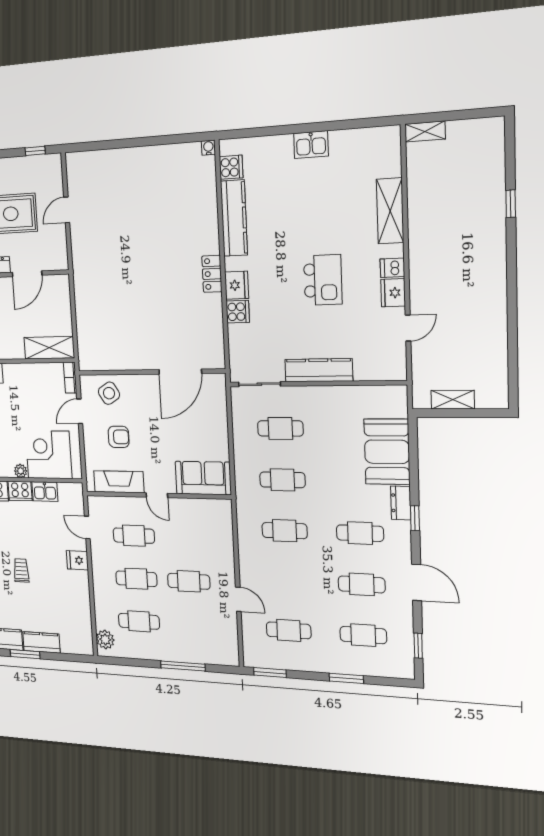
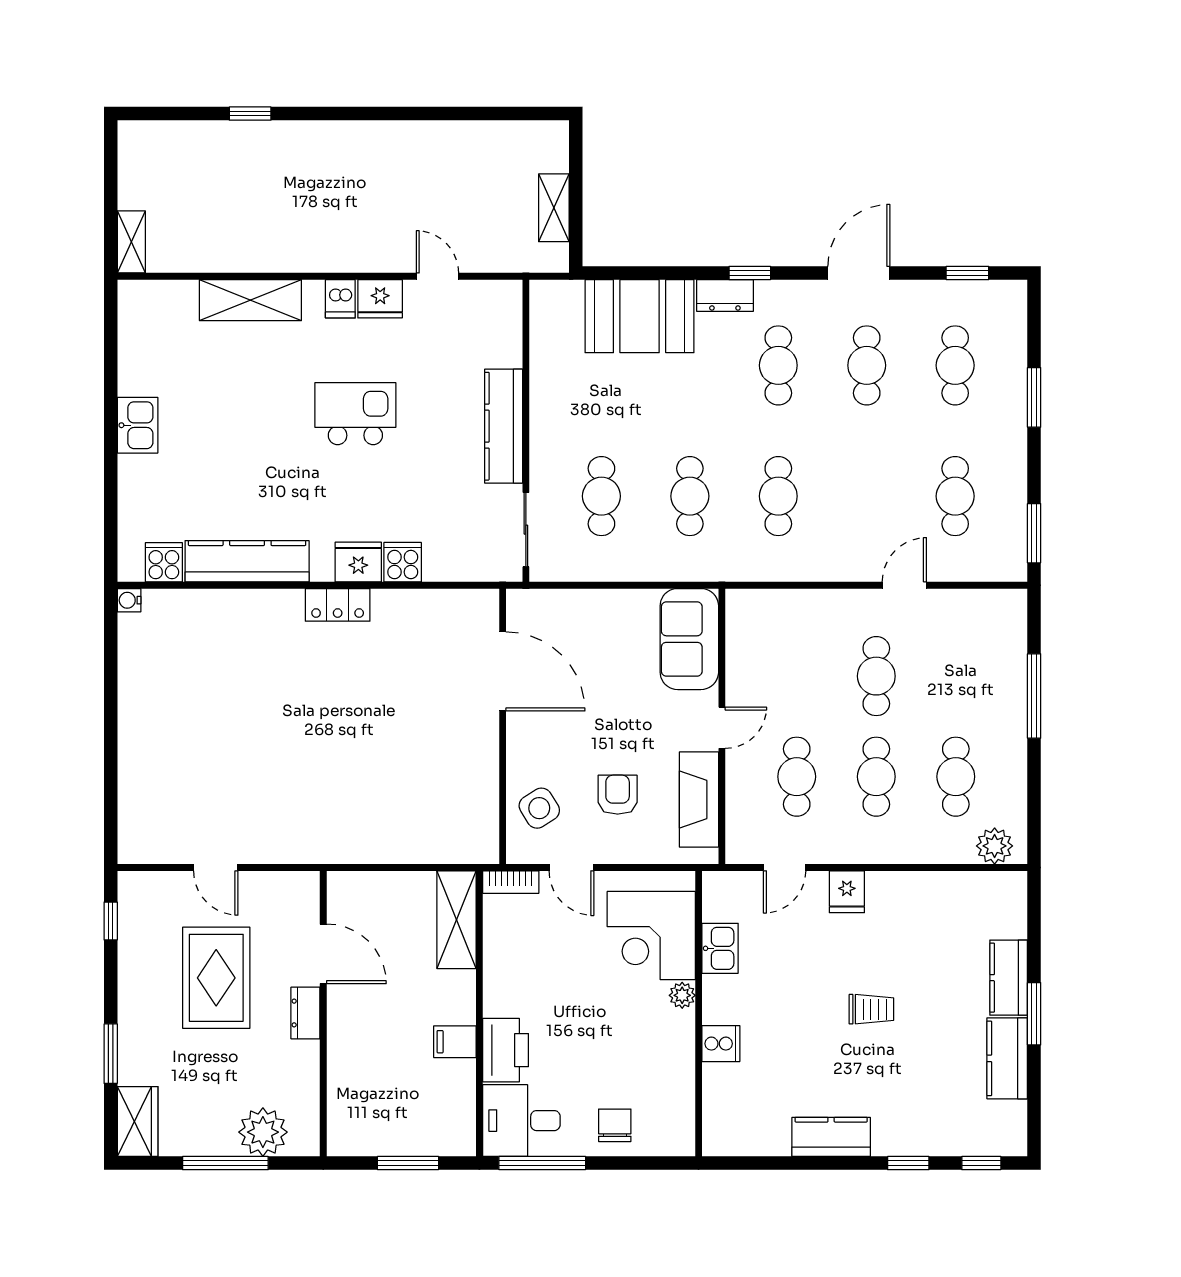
cooker: (20, 491) -> (720, 999), removed
trolley: (21, 570) -> (871, 1009), turned 180

